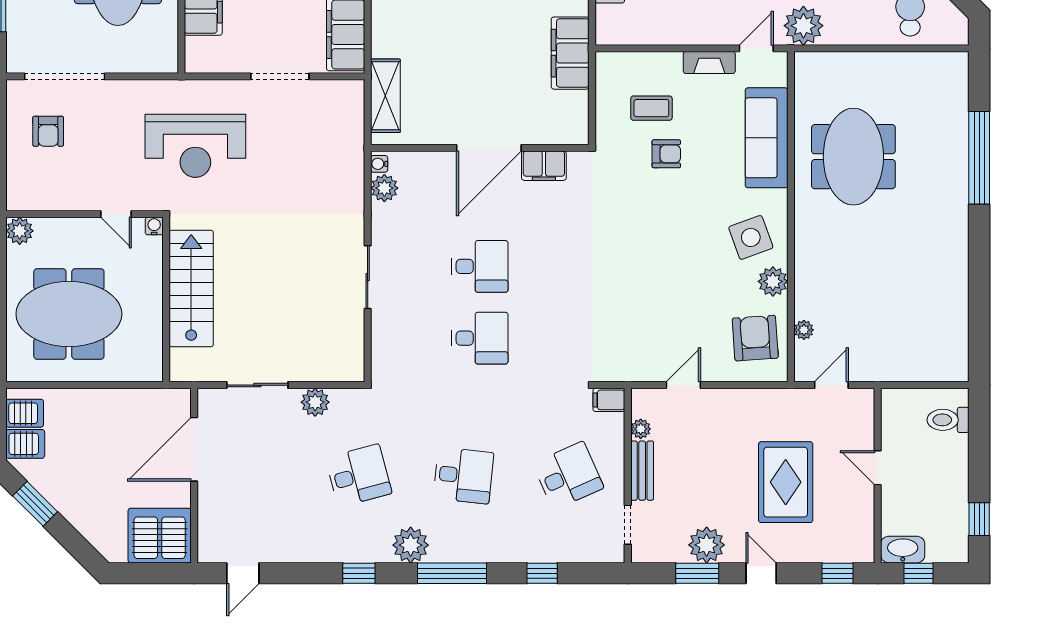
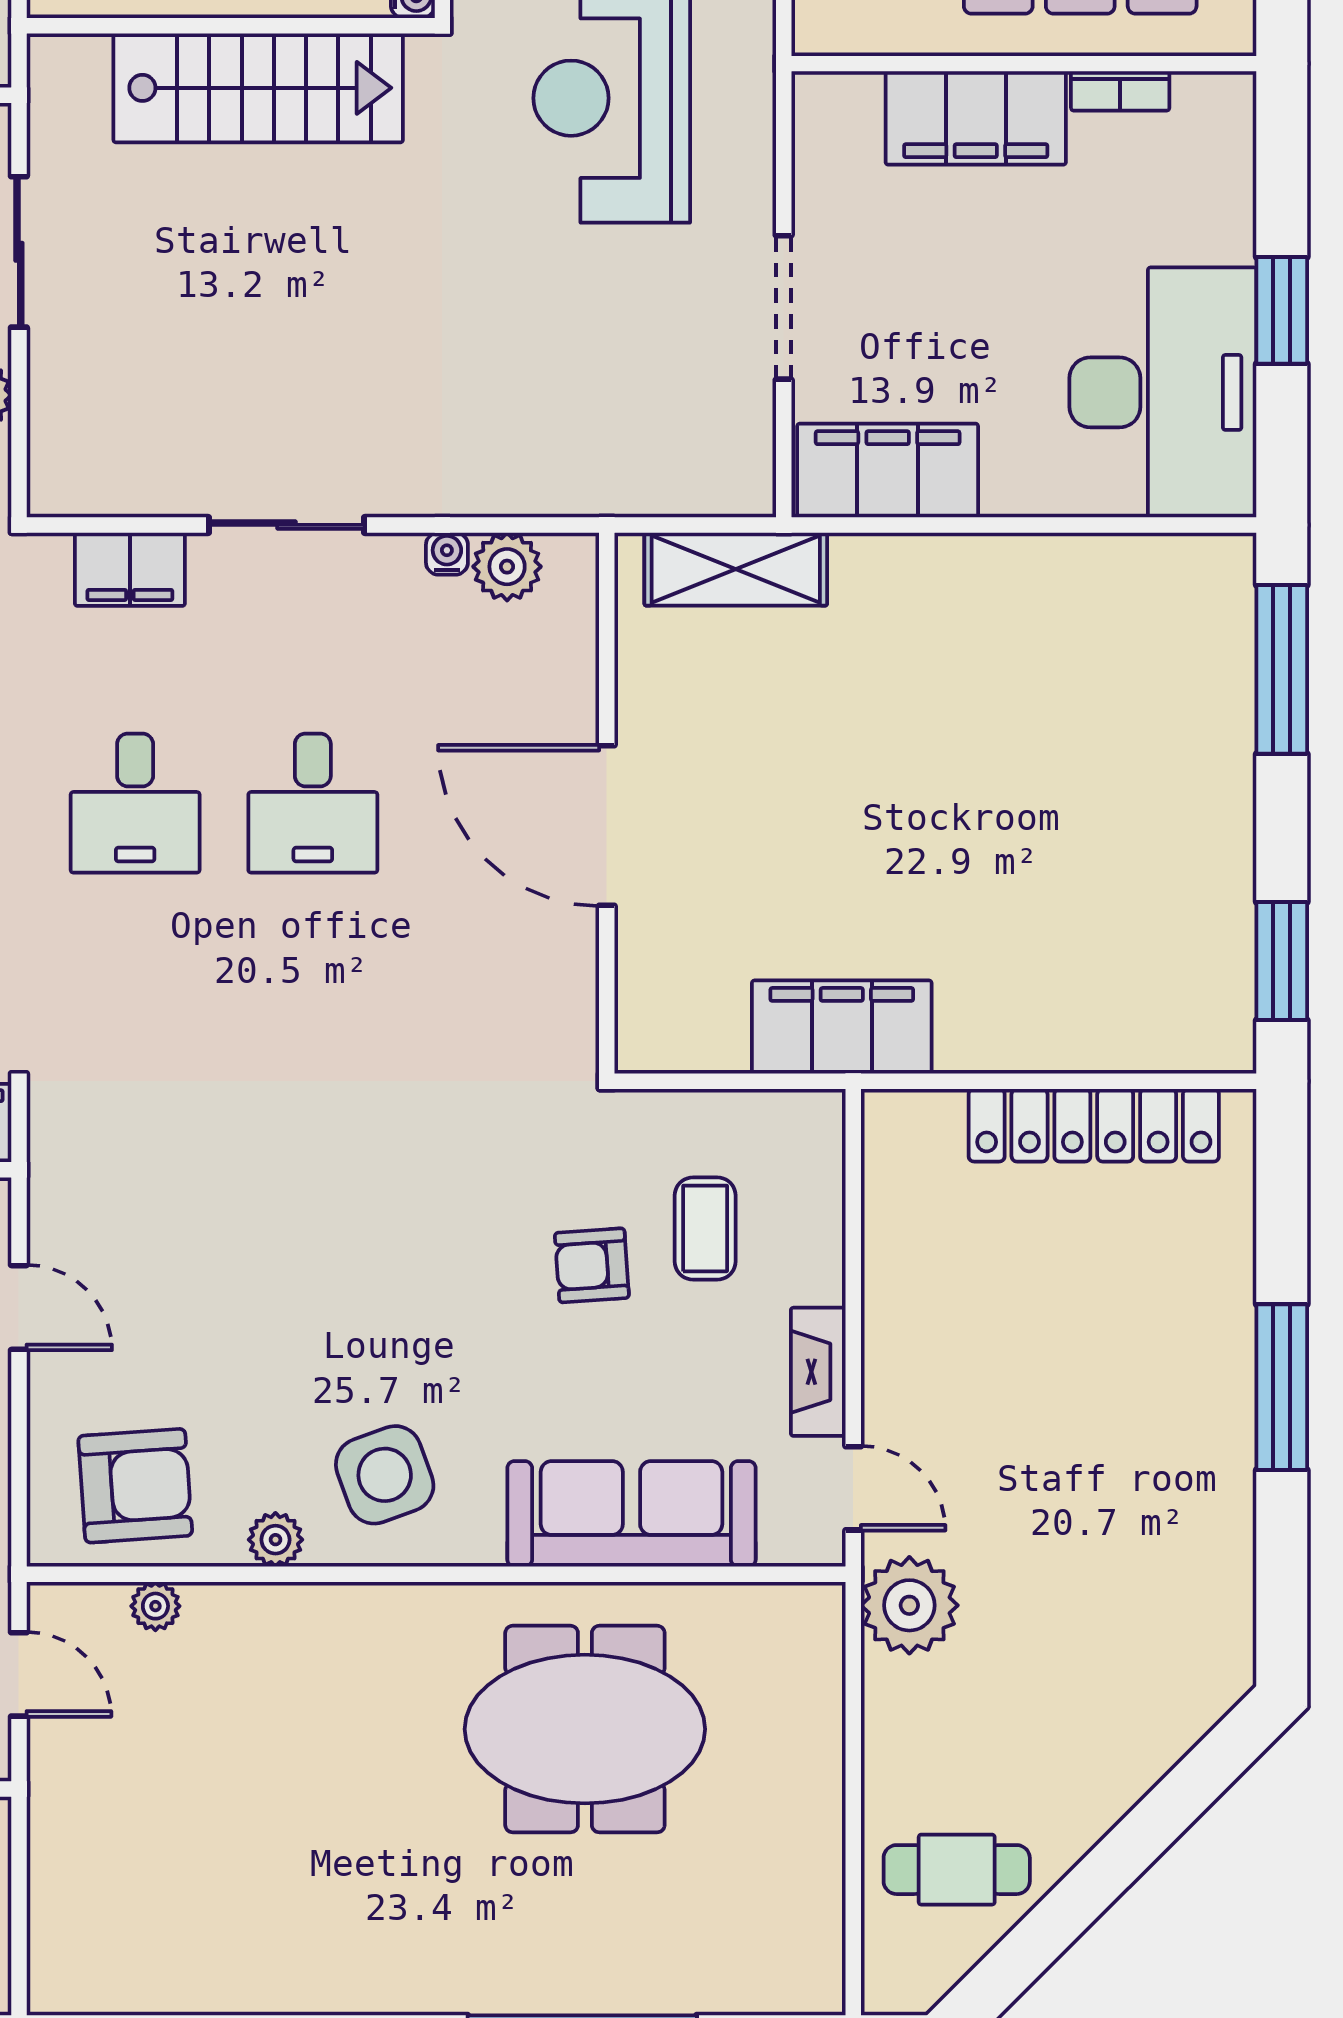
armchair: (666, 154) -> (592, 1265), turned 86
water cooler: (379, 164) -> (447, 554), moved
filing cabinet: (544, 166) -> (130, 569), moved, turned -90
plant: (773, 281) -> (275, 1540), width x0.73, depth x0.73

